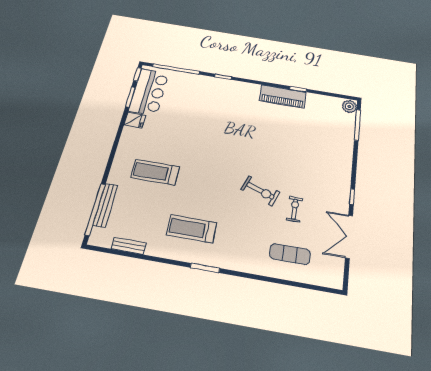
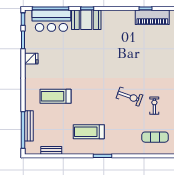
booth: (219, 89) -> (86, 20), added
bar counter: (149, 92) -> (51, 21), moved, turned 90
piano: (283, 97) -> (152, 17), moved

